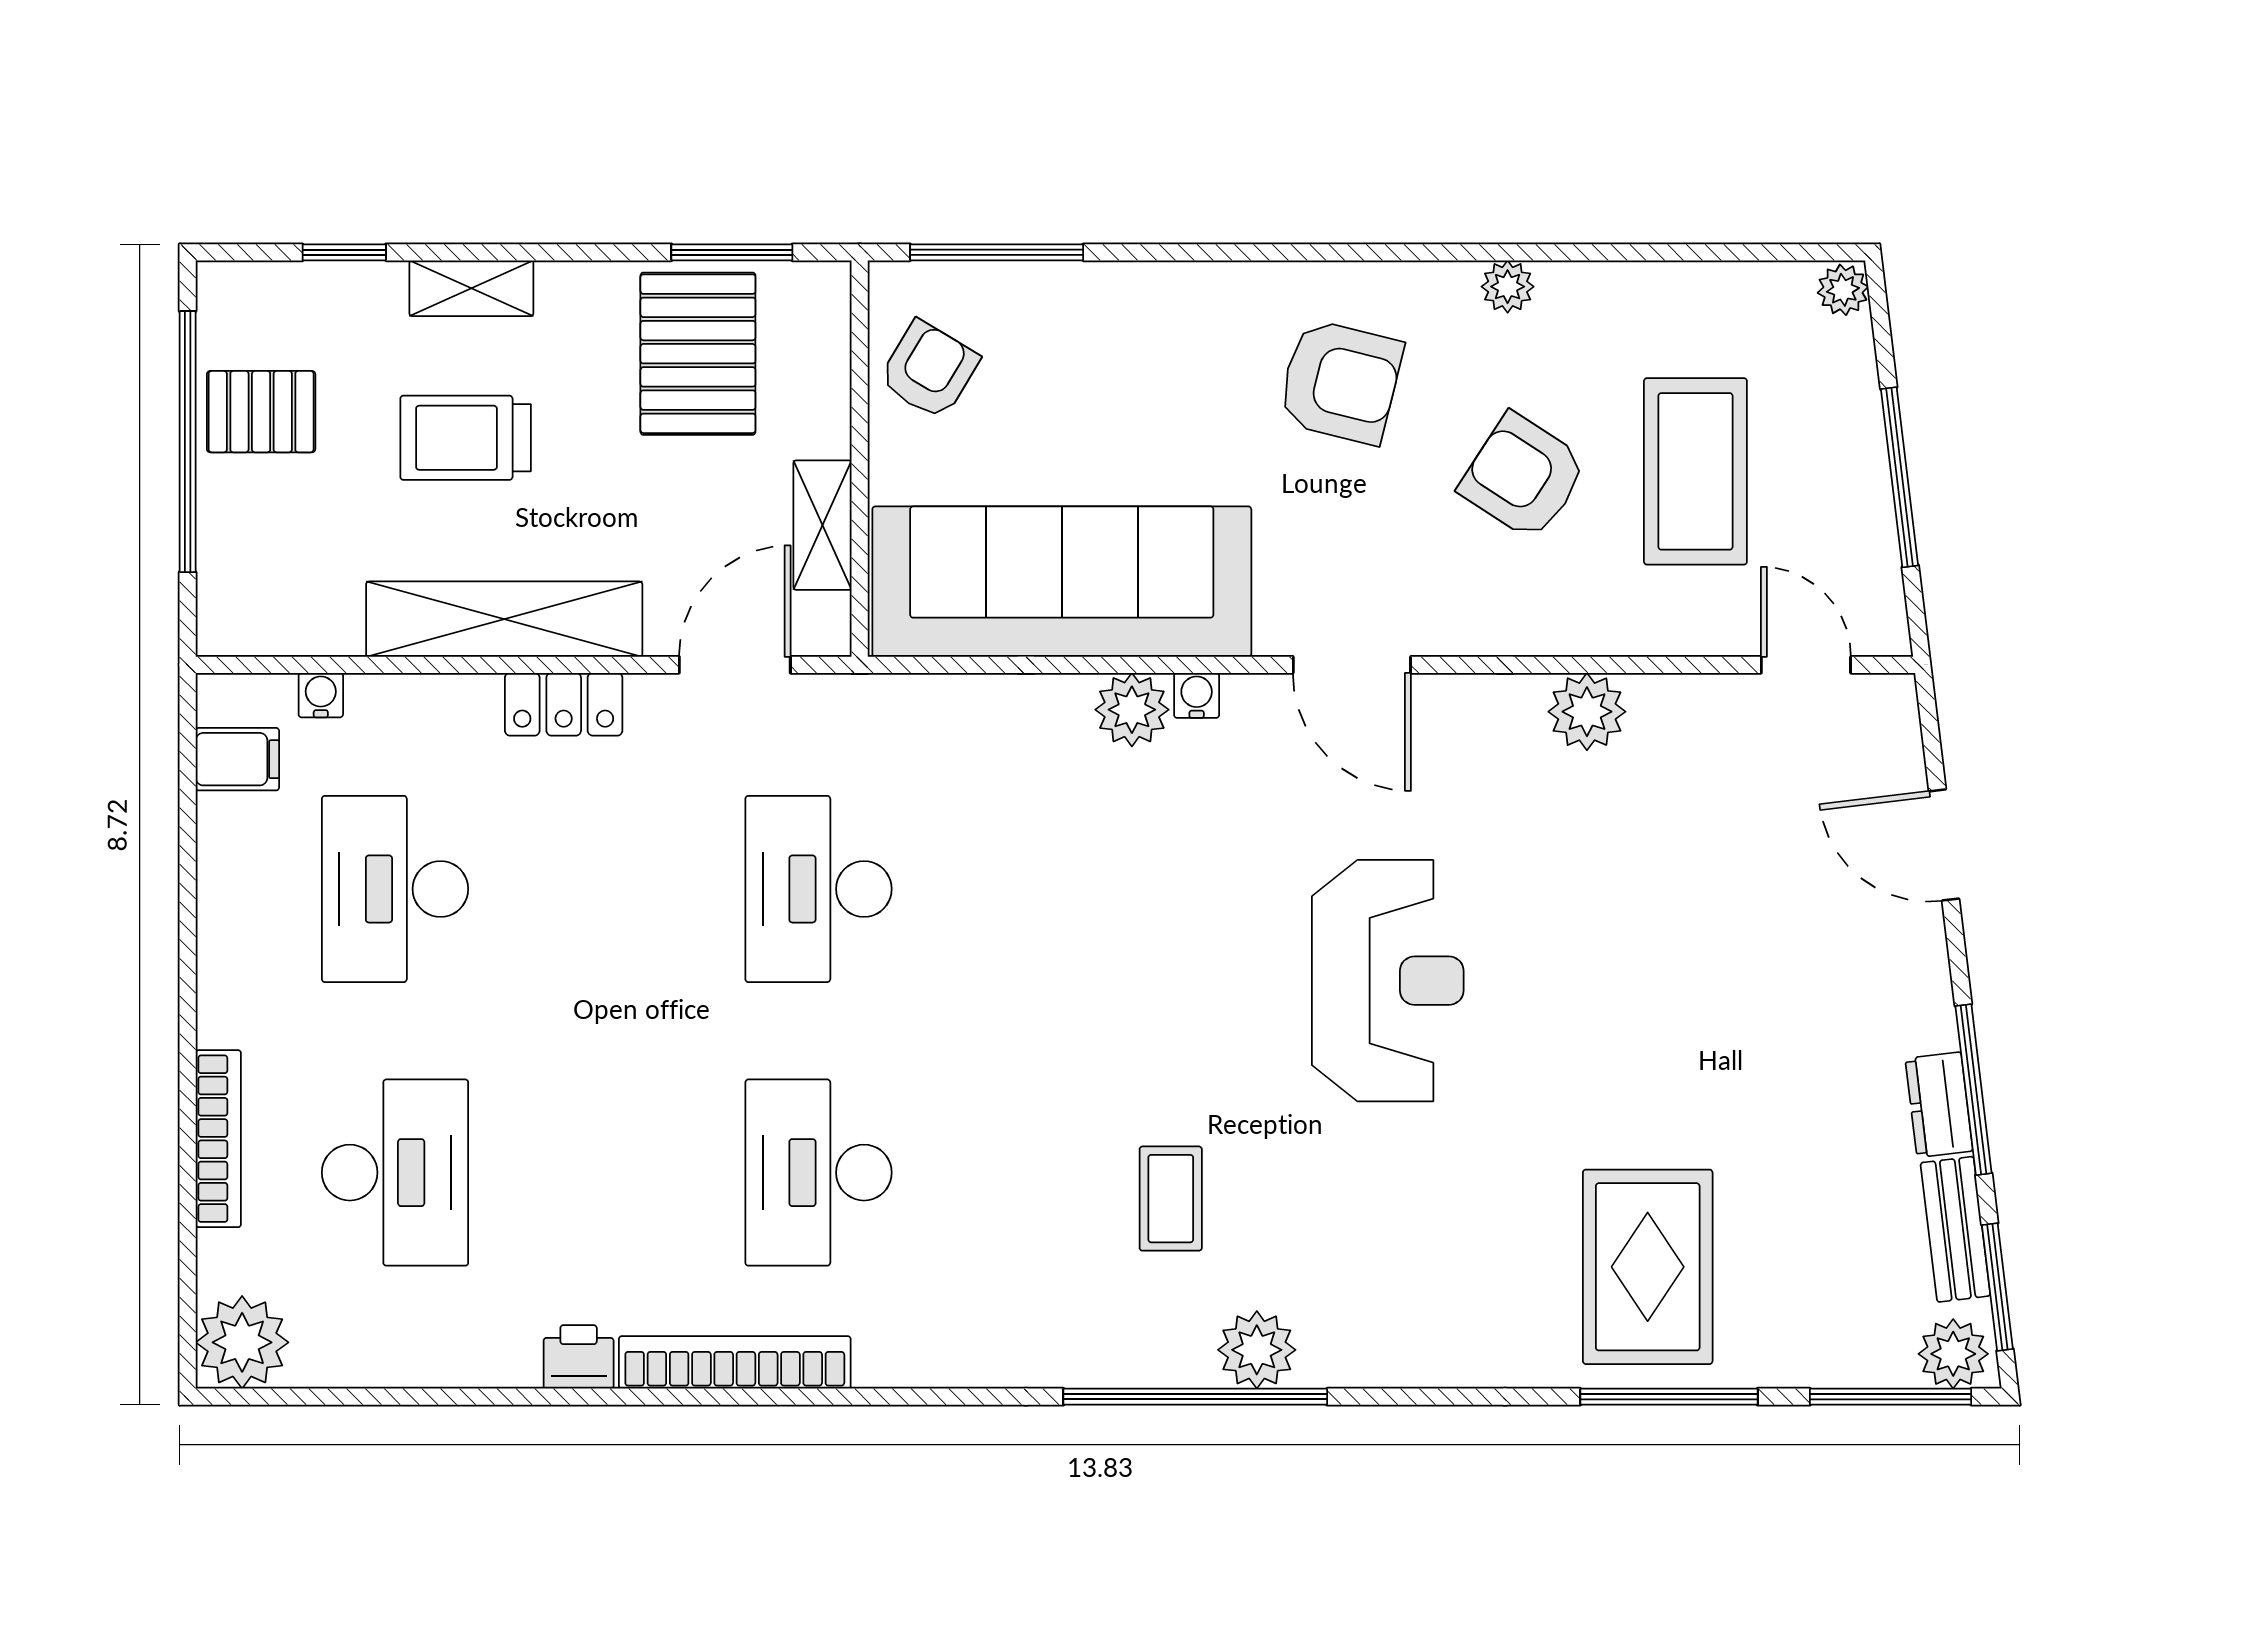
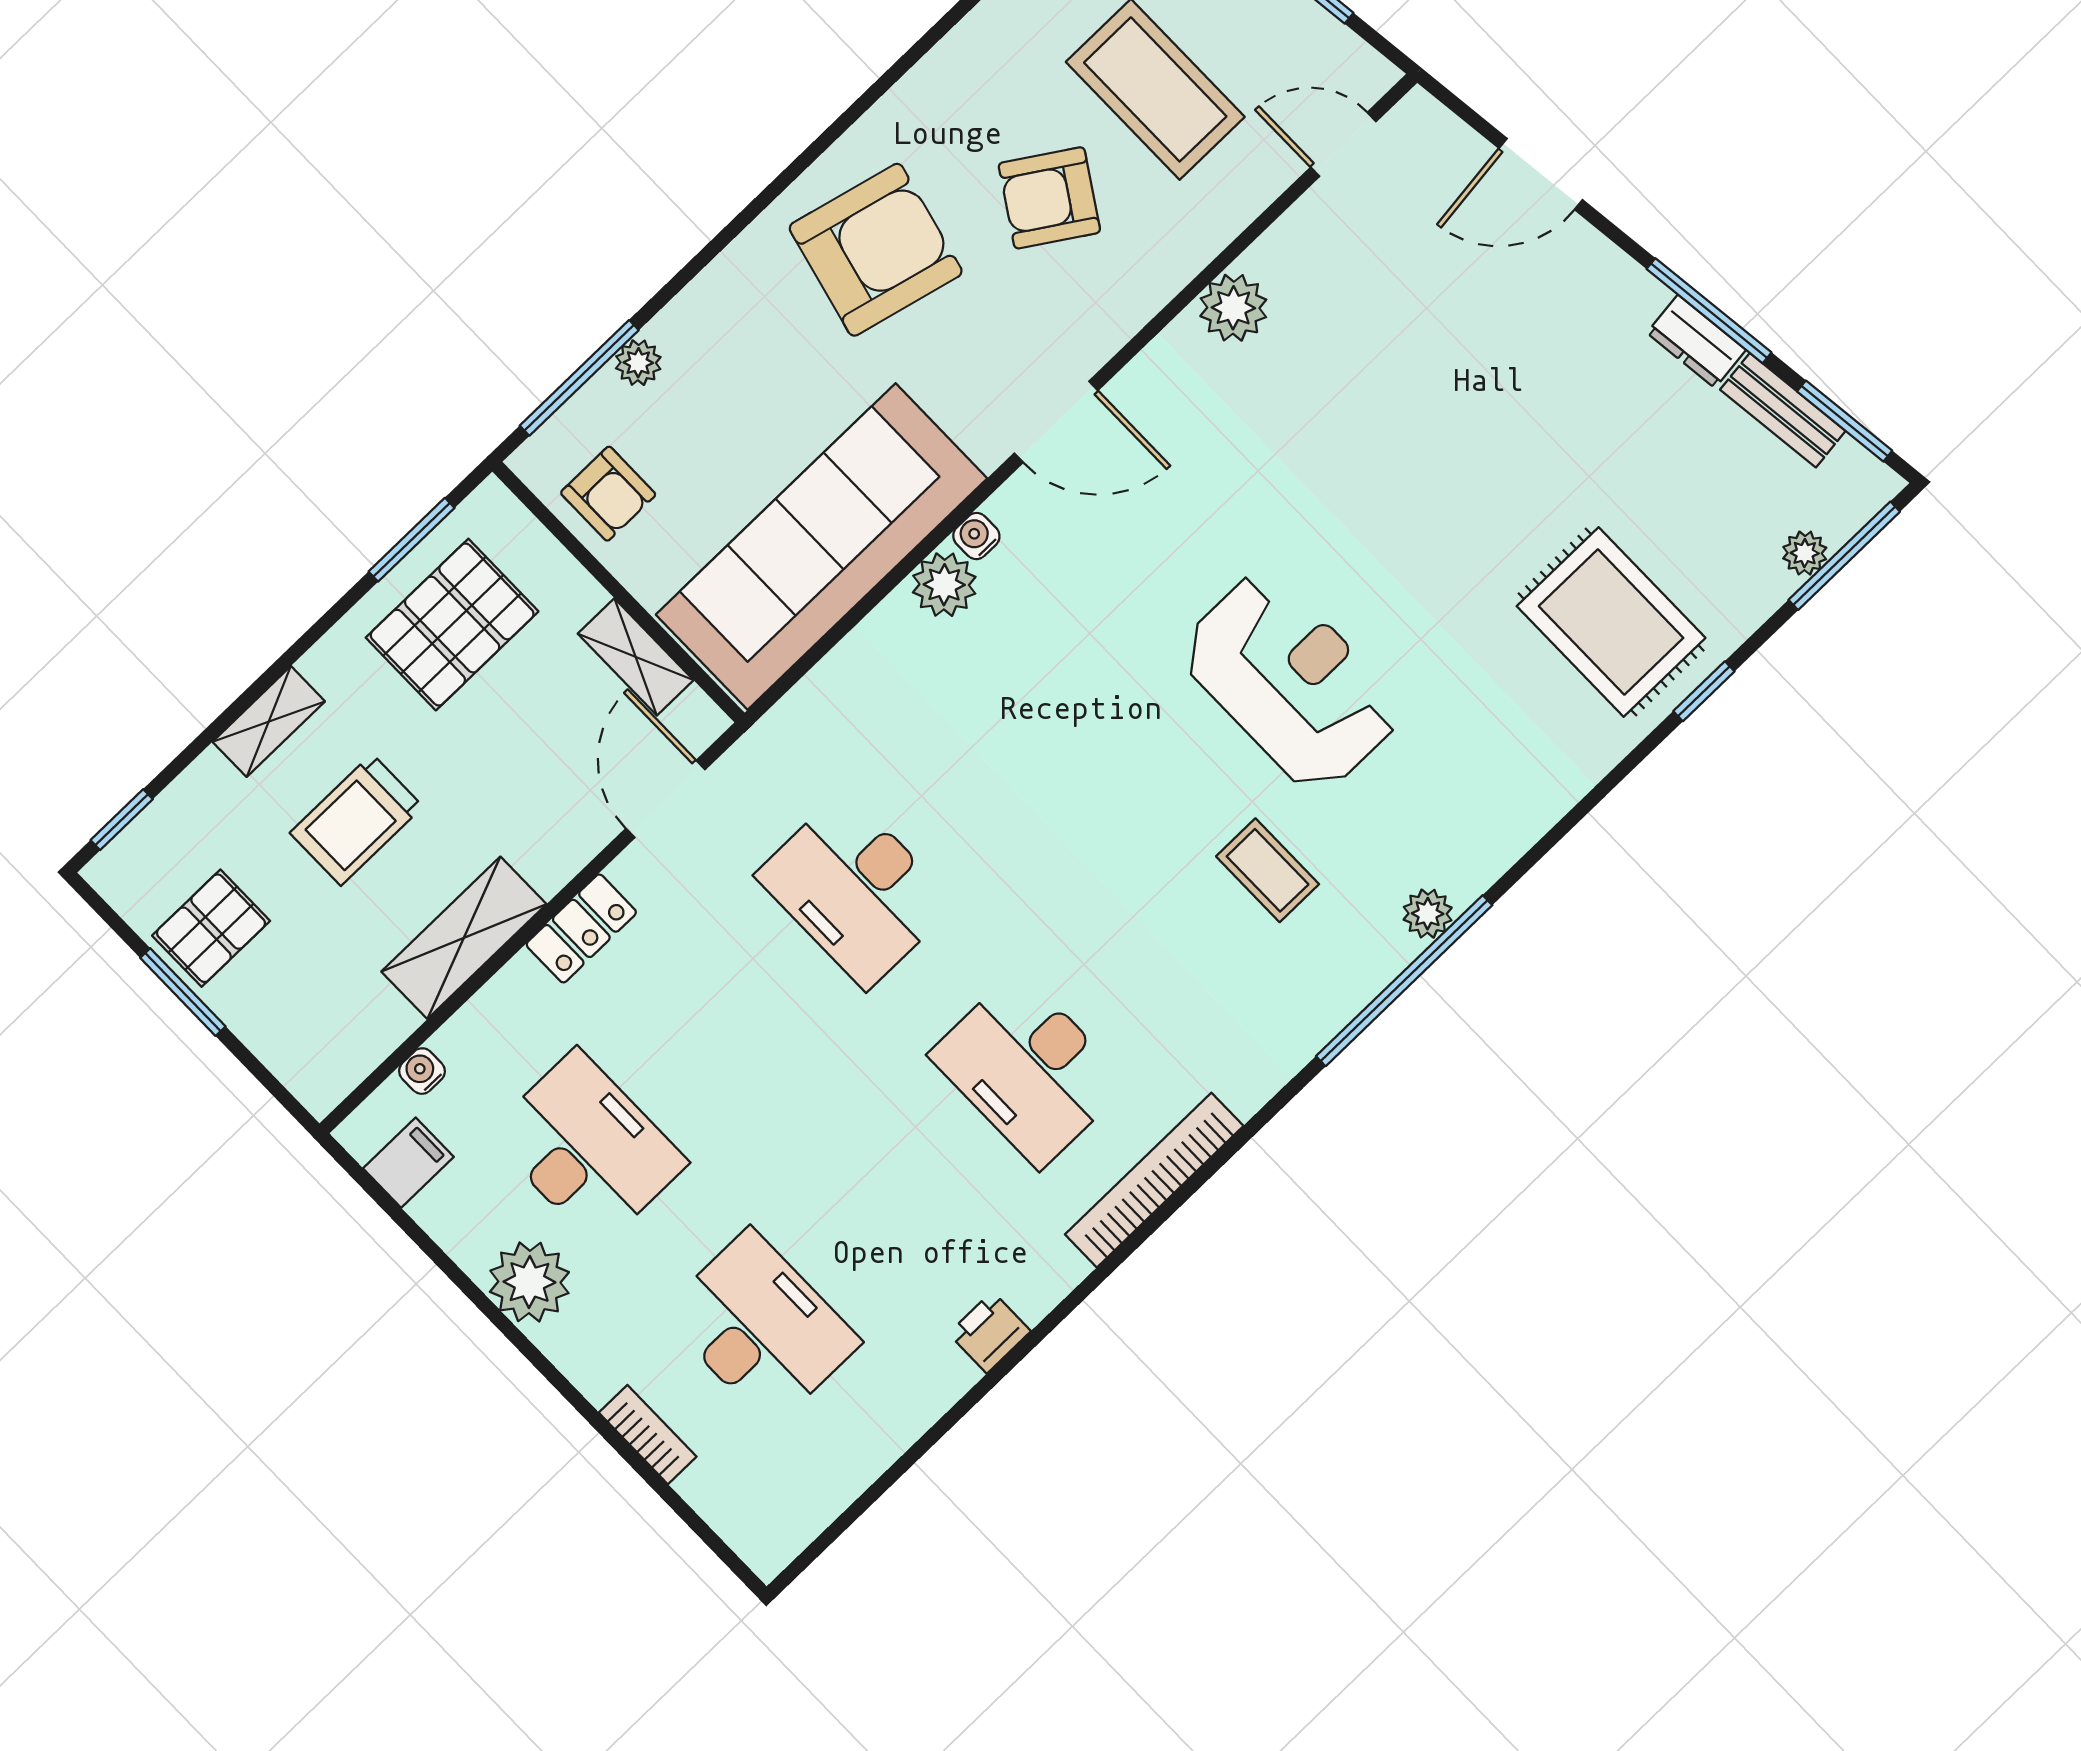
window: (344, 252) -> (122, 820), moved
plant: (1508, 287) -> (638, 363), moved
pallet: (698, 354) -> (452, 625), turned 90
armchair: (929, 370) -> (608, 494), turned 149
armchair: (1340, 382) -> (876, 250), width x1.36, depth x1.36
window: (188, 442) -> (183, 992), width x0.47
shelving: (504, 619) -> (464, 938), width x0.68
desk: (395, 889) -> (588, 1148), turned 180
reception desk: (1388, 981) -> (1291, 681), moved
bookcase: (218, 1139) -> (648, 1435), width x0.64
plant: (242, 1342) -> (529, 1282), moved
plant: (1257, 1350) -> (1428, 914), width x0.73, depth x0.73
plant: (1953, 1354) -> (1805, 553), moved, width x0.73, depth x0.73
bookcase: (735, 1362) -> (1154, 1180), moved
window: (1669, 1397) -> (1704, 691), width x0.46

